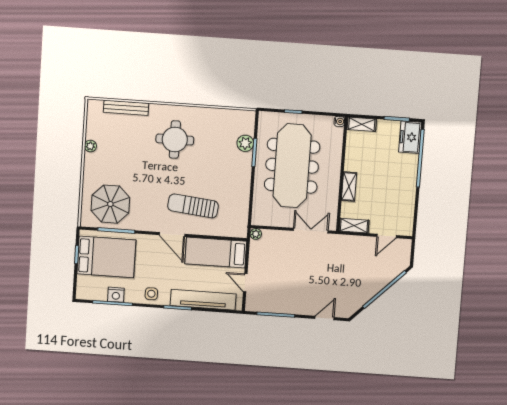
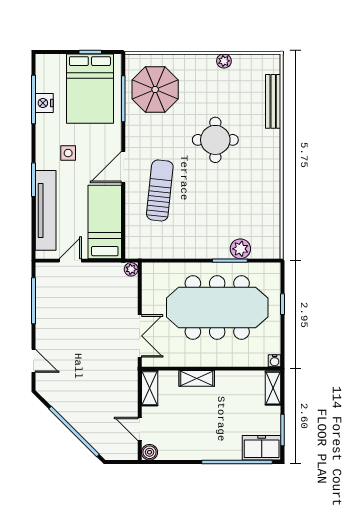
round table: (175, 140) -> (215, 140), moved
boiler: (406, 229) -> (150, 452), added
side table: (151, 294) -> (68, 153), moved

